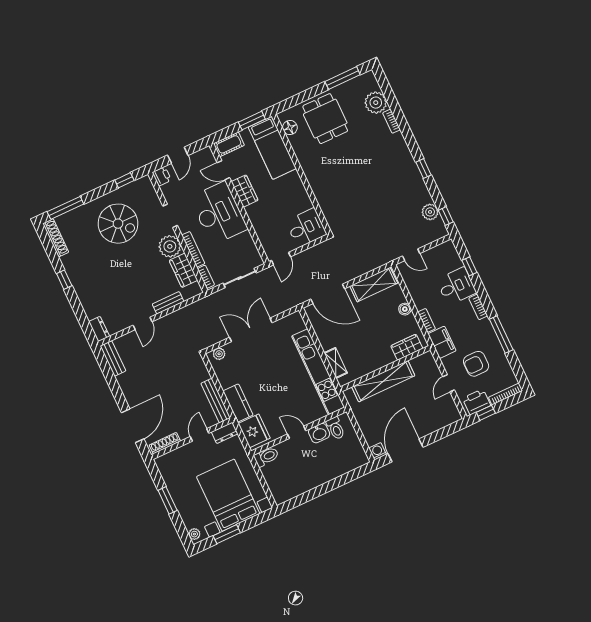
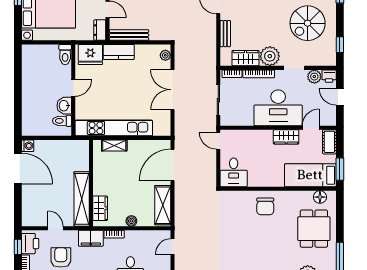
dining table: (325, 119) -> (314, 229), turned 90
chair: (326, 179) -> (265, 206), added
plant: (169, 191) -> (314, 77), added
double door: (251, 330) -> (172, 90), swing flipped
shelving: (383, 381) -> (82, 199), moved

